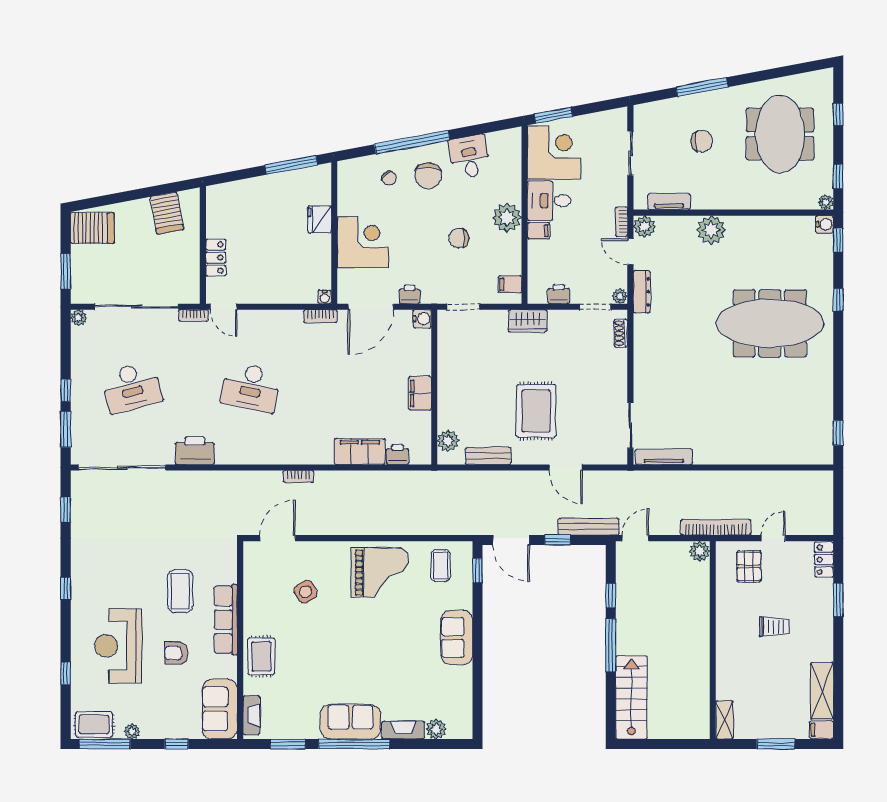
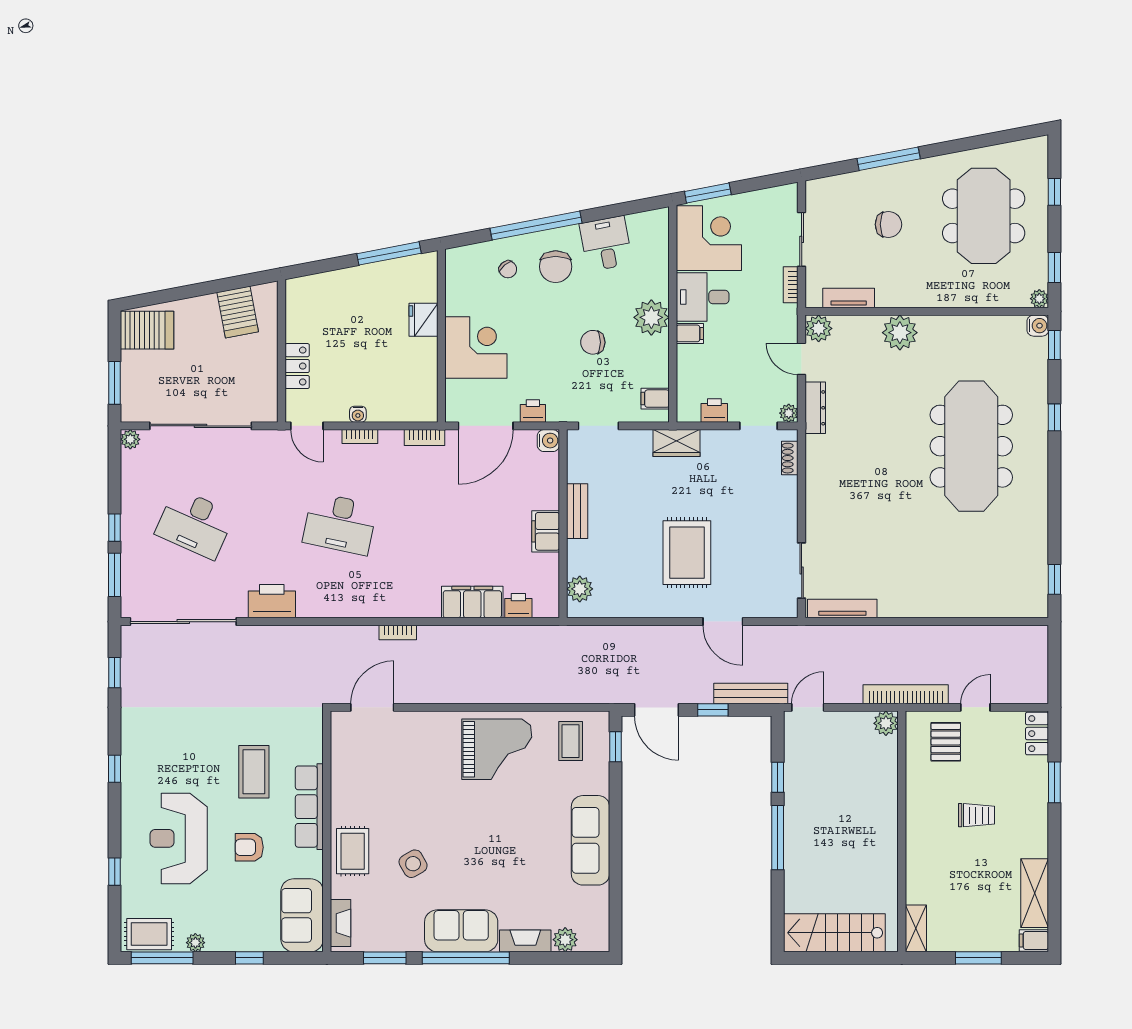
bookcase: (621, 222) -> (791, 285), moved
water cooler: (325, 297) -> (358, 414), moved
bookcase: (193, 316) -> (360, 437), moved
meeting table: (770, 323) -> (971, 446), turned 90
desk: (132, 387) -> (195, 524), turned 39
bench: (488, 456) -> (577, 511), moved, turned 90
side table: (306, 592) -> (413, 864), moved
sofa: (457, 638) -> (590, 840), width x1.36
stairs: (631, 697) -> (834, 933), moved, turned -90

